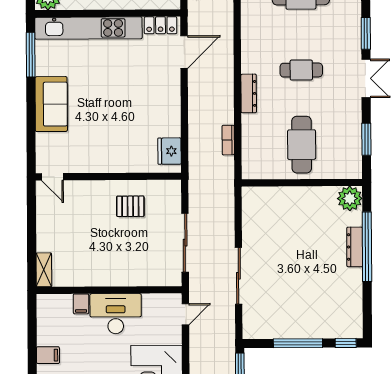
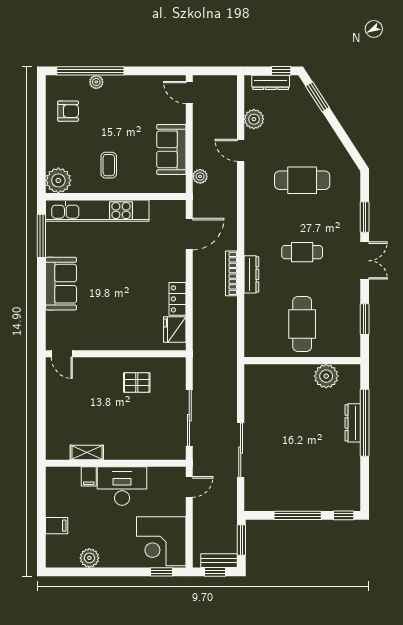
locker: (160, 25) -> (178, 299), moved, turned 90
bookcase: (228, 140) -> (231, 273), moved, width x1.56
plant: (350, 198) -> (326, 376), moved
shelving: (44, 270) -> (87, 452), moved, turned 90

